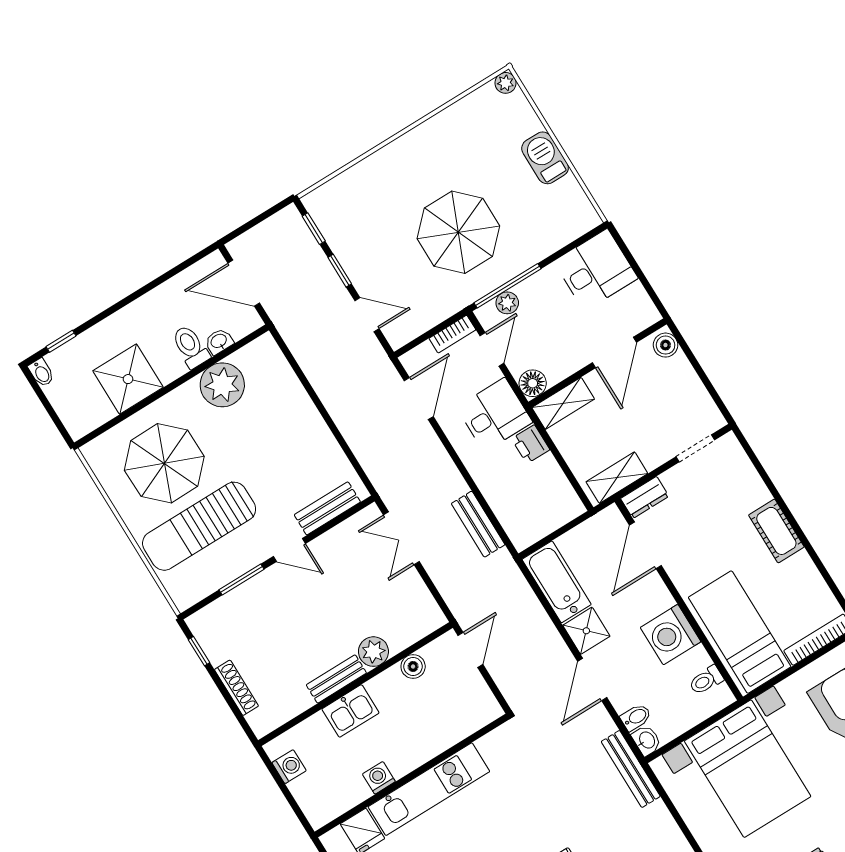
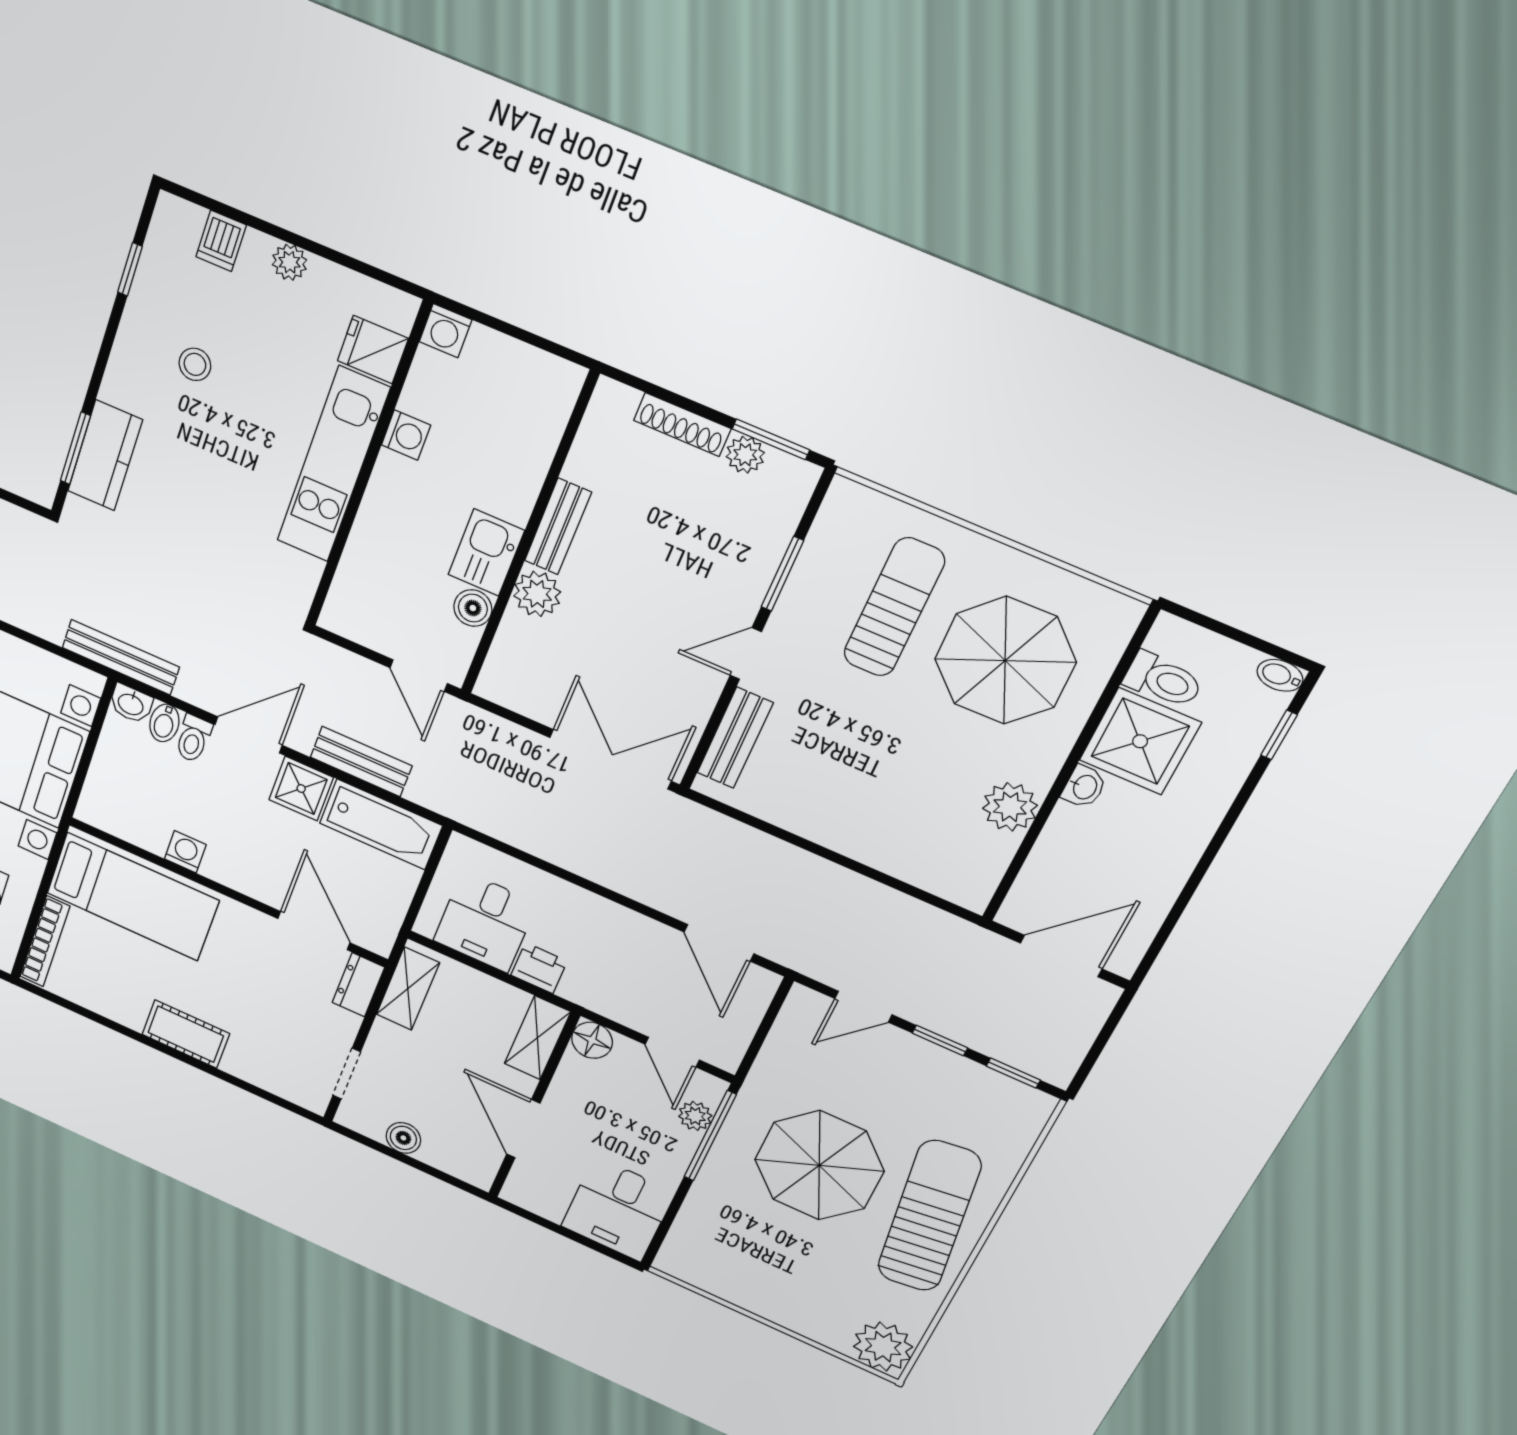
plant: (506, 83) -> (883, 1347), width x1.88, depth x1.88
barbecue: (545, 158) -> (776, 1303), removed
sun lounger: (418, 166) -> (929, 1216), added
bookcase: (452, 334) -> (735, 1043), removed
washbasin: (219, 341) -> (1084, 787), moved
boiler: (666, 345) -> (403, 1138), moved
toilet: (190, 347) -> (1163, 680), moved
plant: (222, 385) -> (1010, 807), width x0.73, depth x0.73
desk: (494, 415) -> (485, 922), moved
bench: (478, 524) -> (361, 762), moved
sun lounger: (199, 526) -> (894, 607), width x0.73, depth x0.75
double door: (401, 538) -> (610, 759), width x1.37
washing machine: (671, 635) -> (185, 852), width x0.53, depth x0.53
window: (199, 651) -> (771, 439), width x1.50
plant: (217, 652) -> (745, 455), added
door: (592, 679) -> (249, 735), hinge flipped
toilet: (706, 680) -> (193, 739), moved, turned 180
kitchen sink: (350, 711) -> (486, 553), moved
washing machine: (289, 767) -> (446, 331), moved

